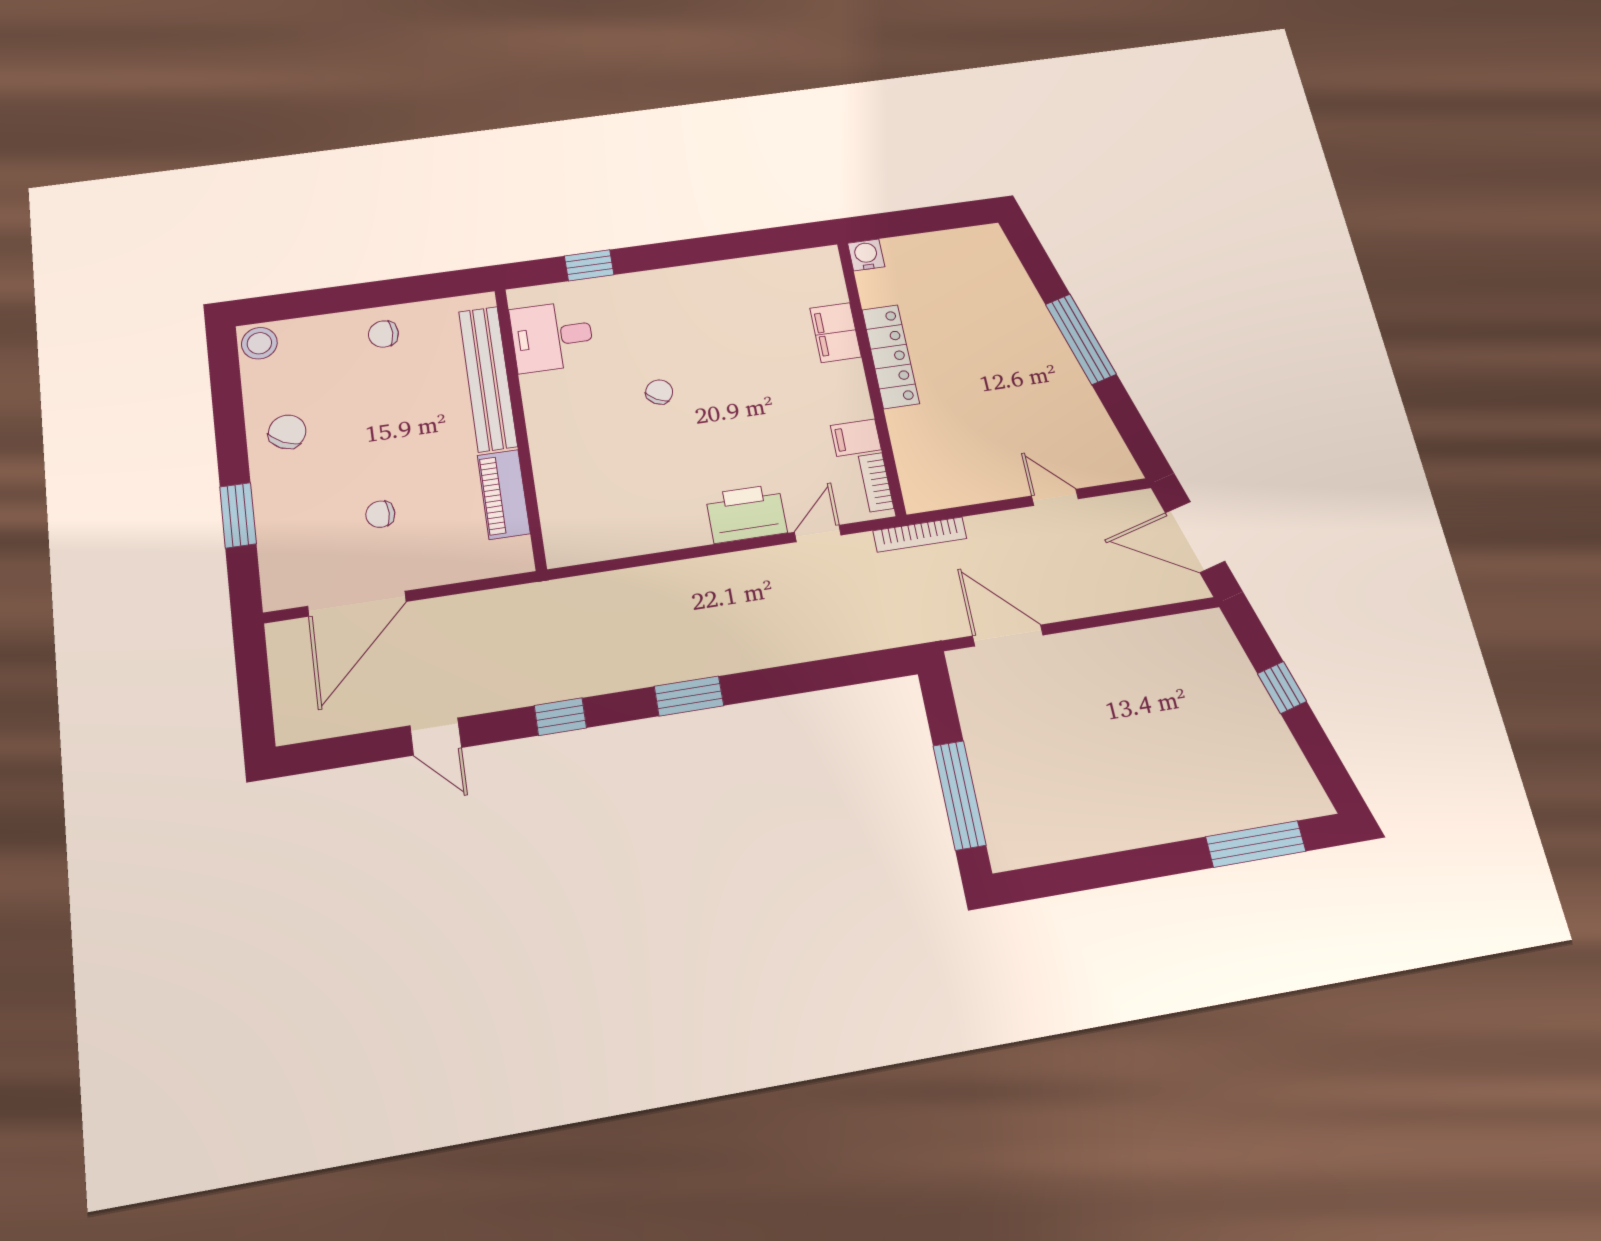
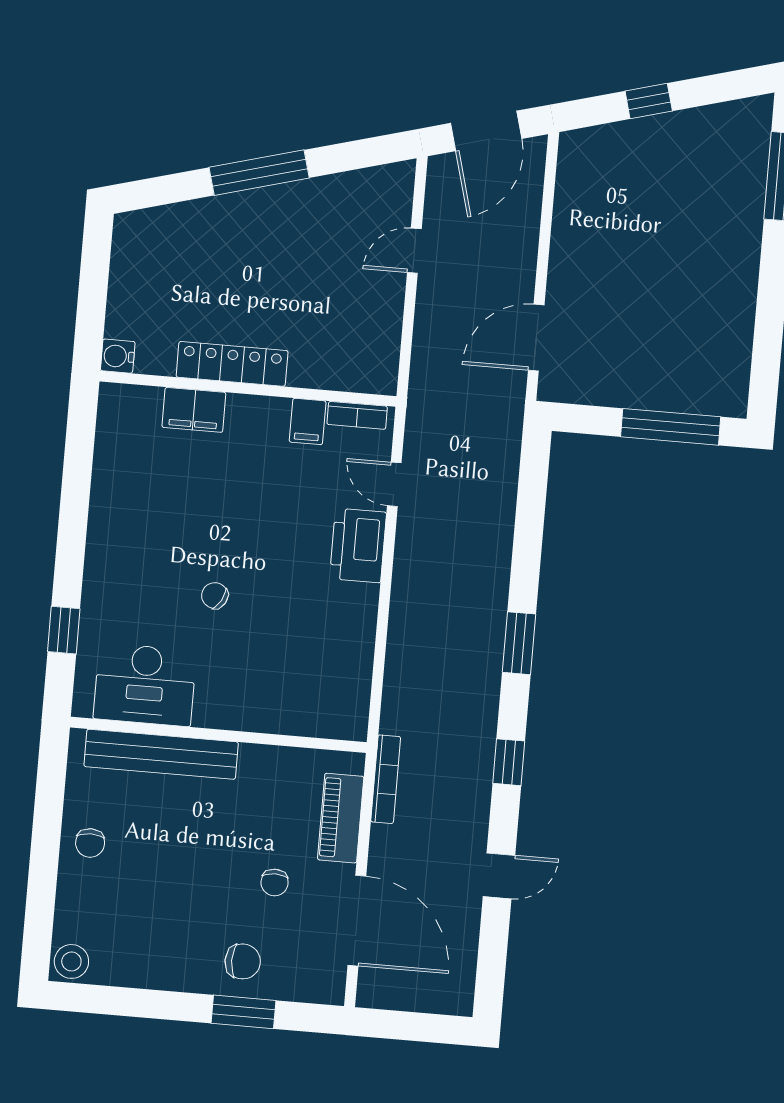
desk: (552, 336) -> (145, 685), width x1.37
chair: (287, 432) -> (243, 961), moved, turned 153
piano: (504, 494) -> (341, 818), moved, turned 90
bookcase: (920, 535) -> (386, 779), moved

